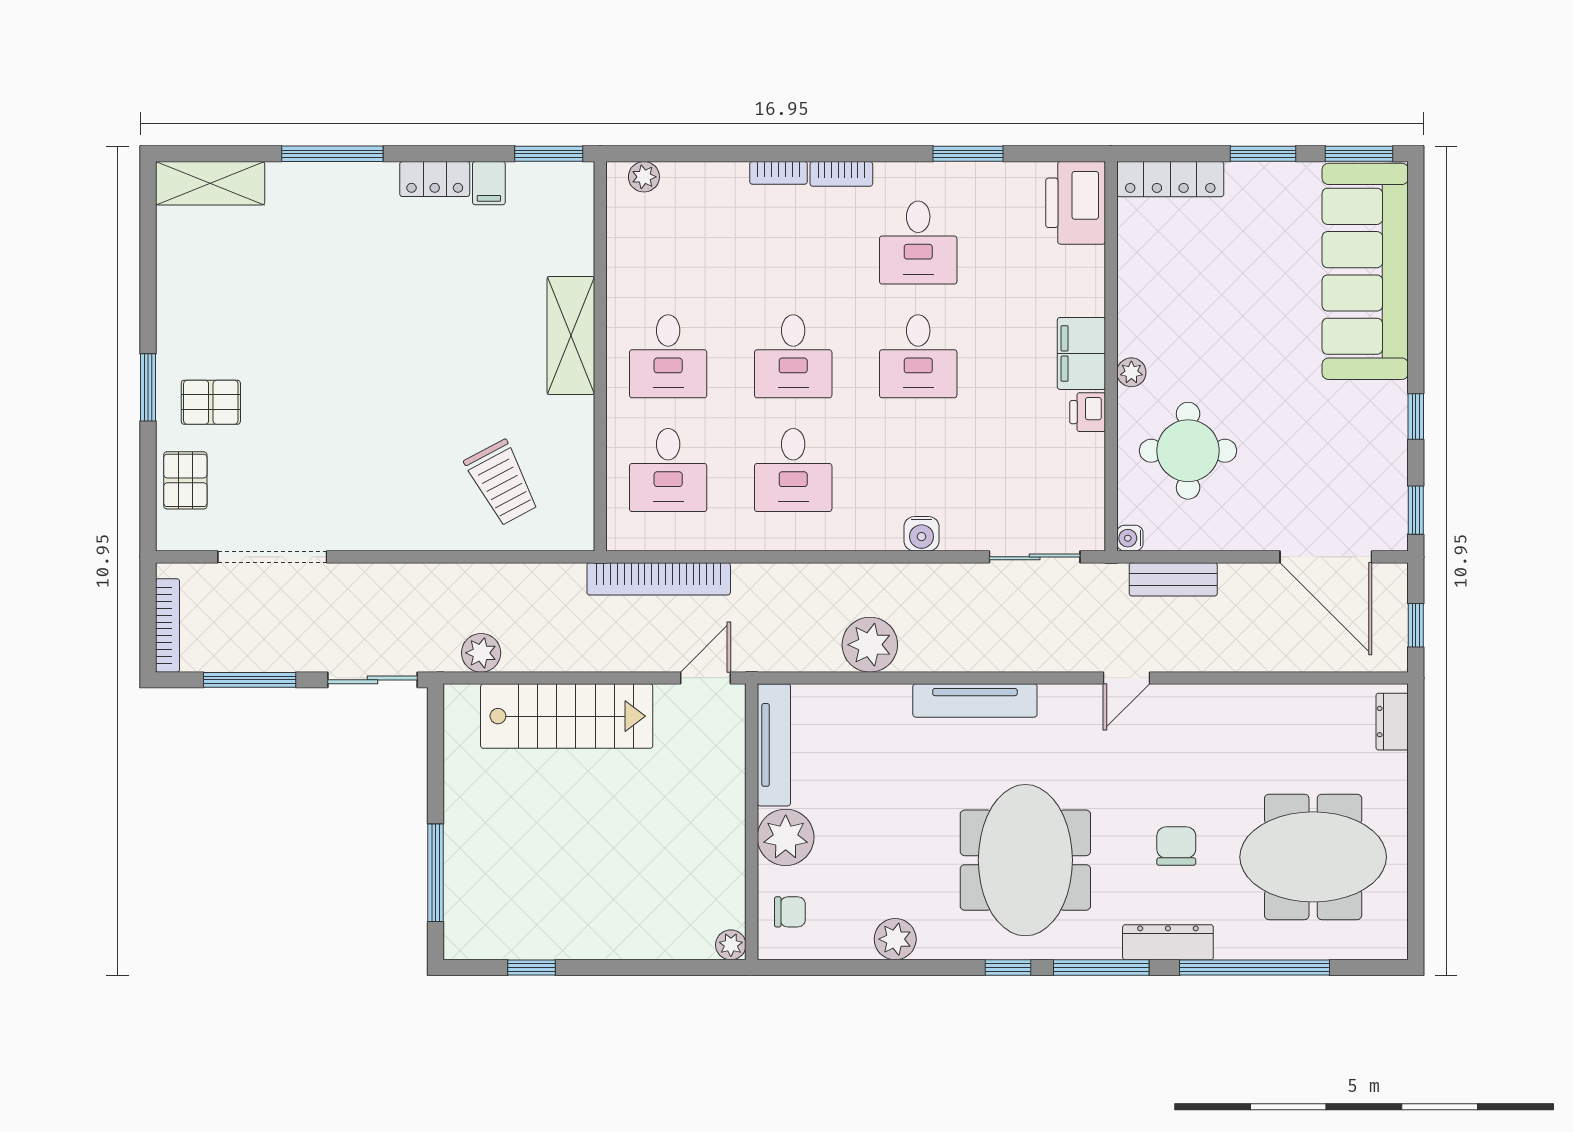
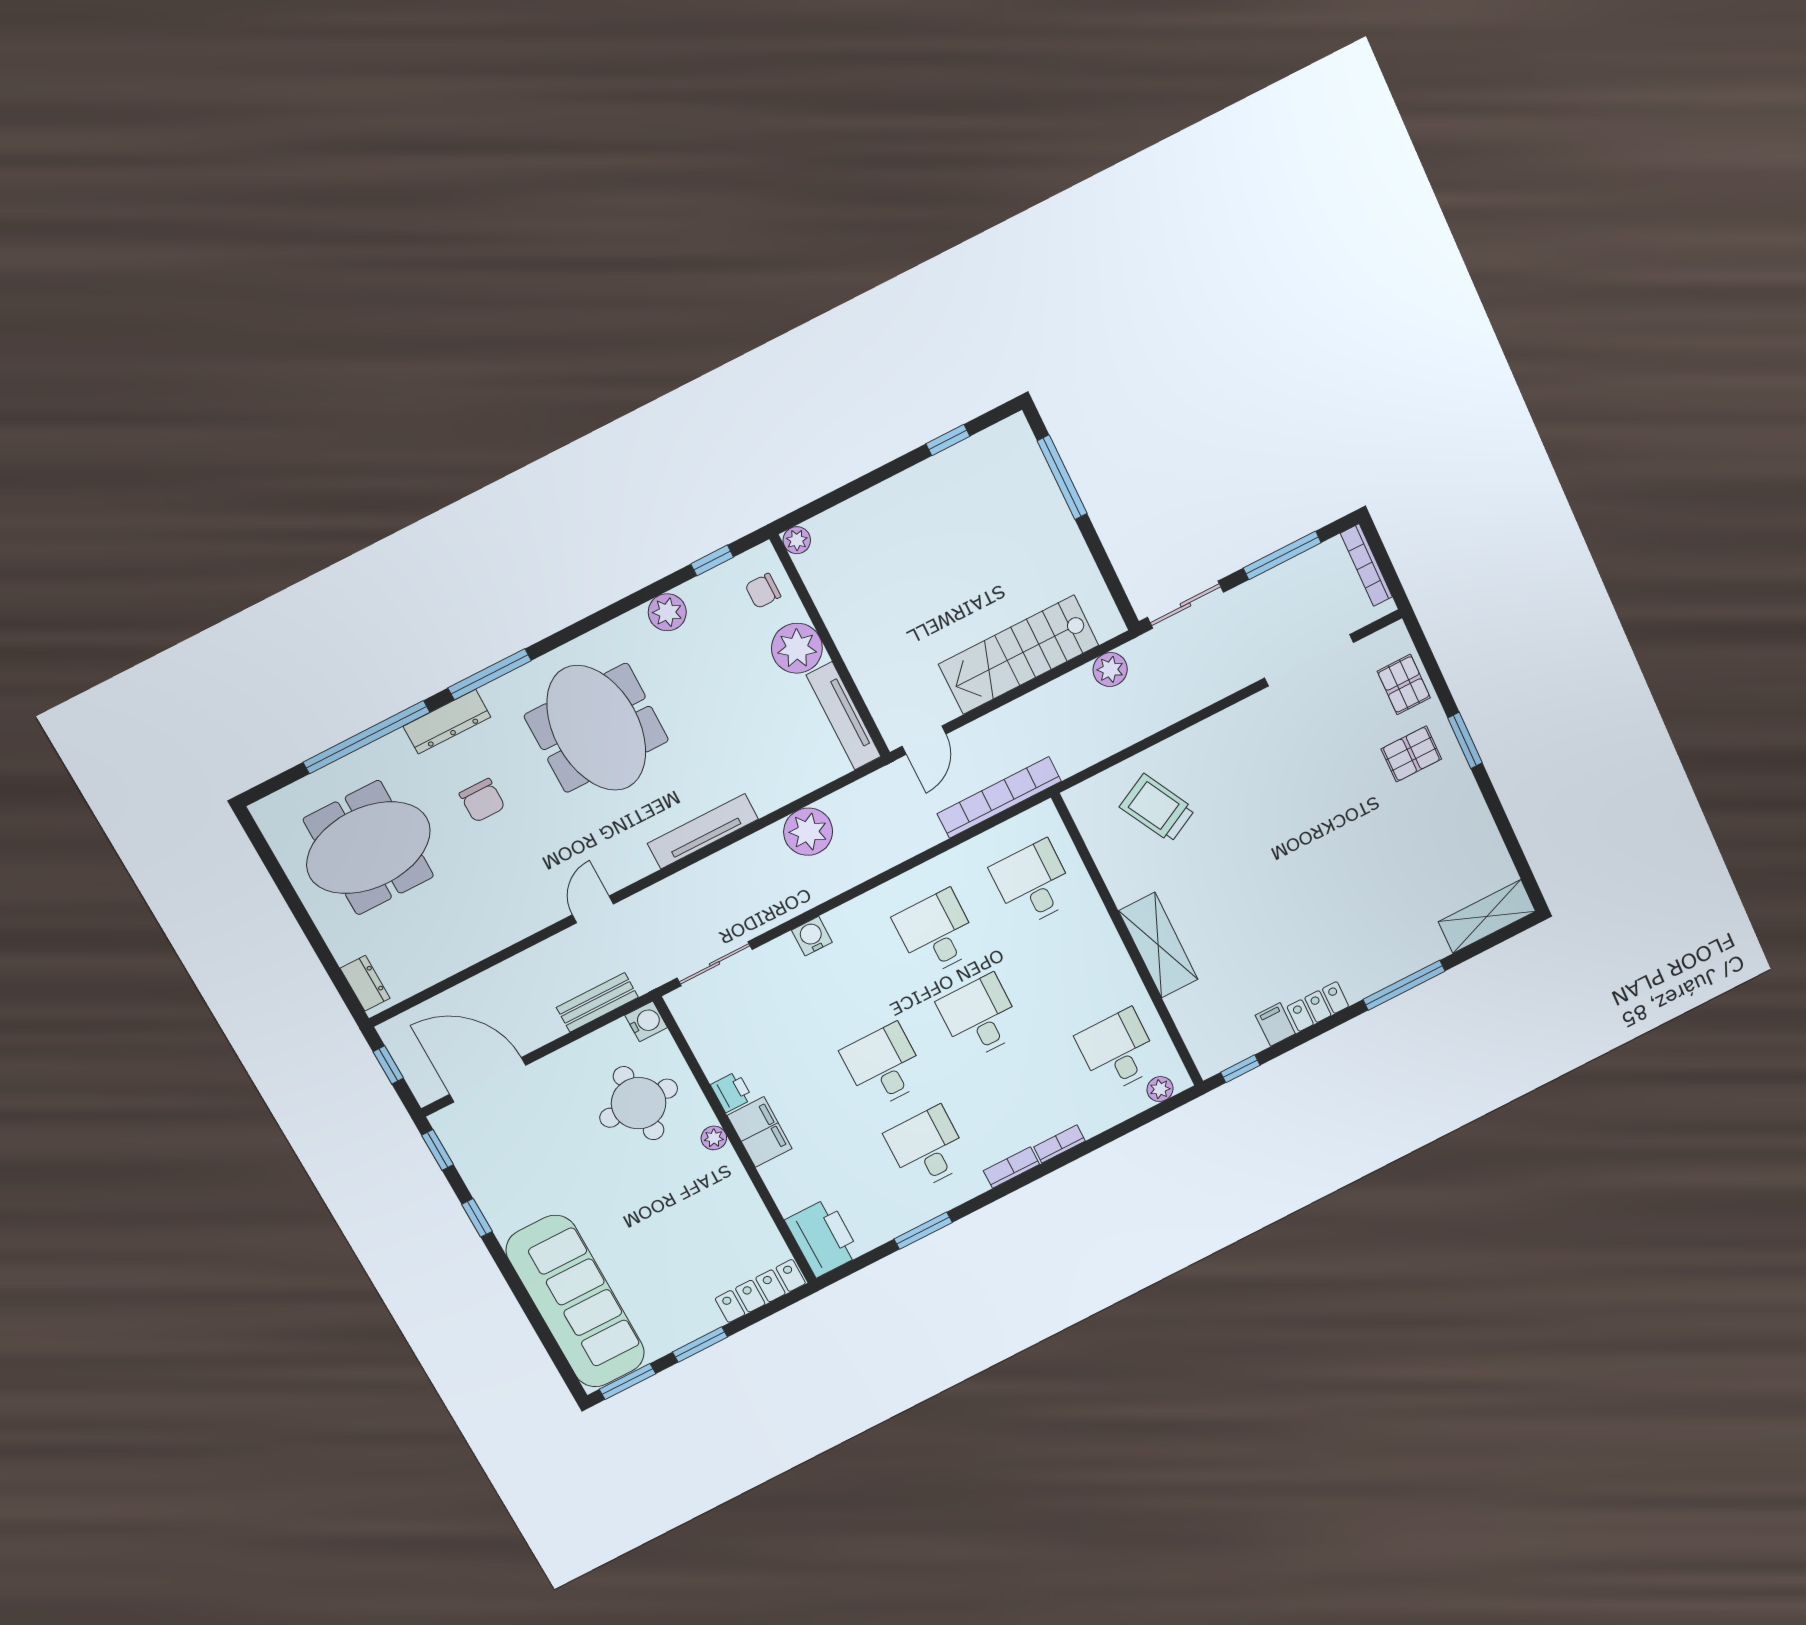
window: (549, 154) -> (1240, 1069), width x0.67
desk: (668, 356) -> (1118, 1051), moved
water cooler: (1130, 538) -> (646, 1021), width x1.38, depth x1.38
window: (1008, 968) -> (712, 560), moved

